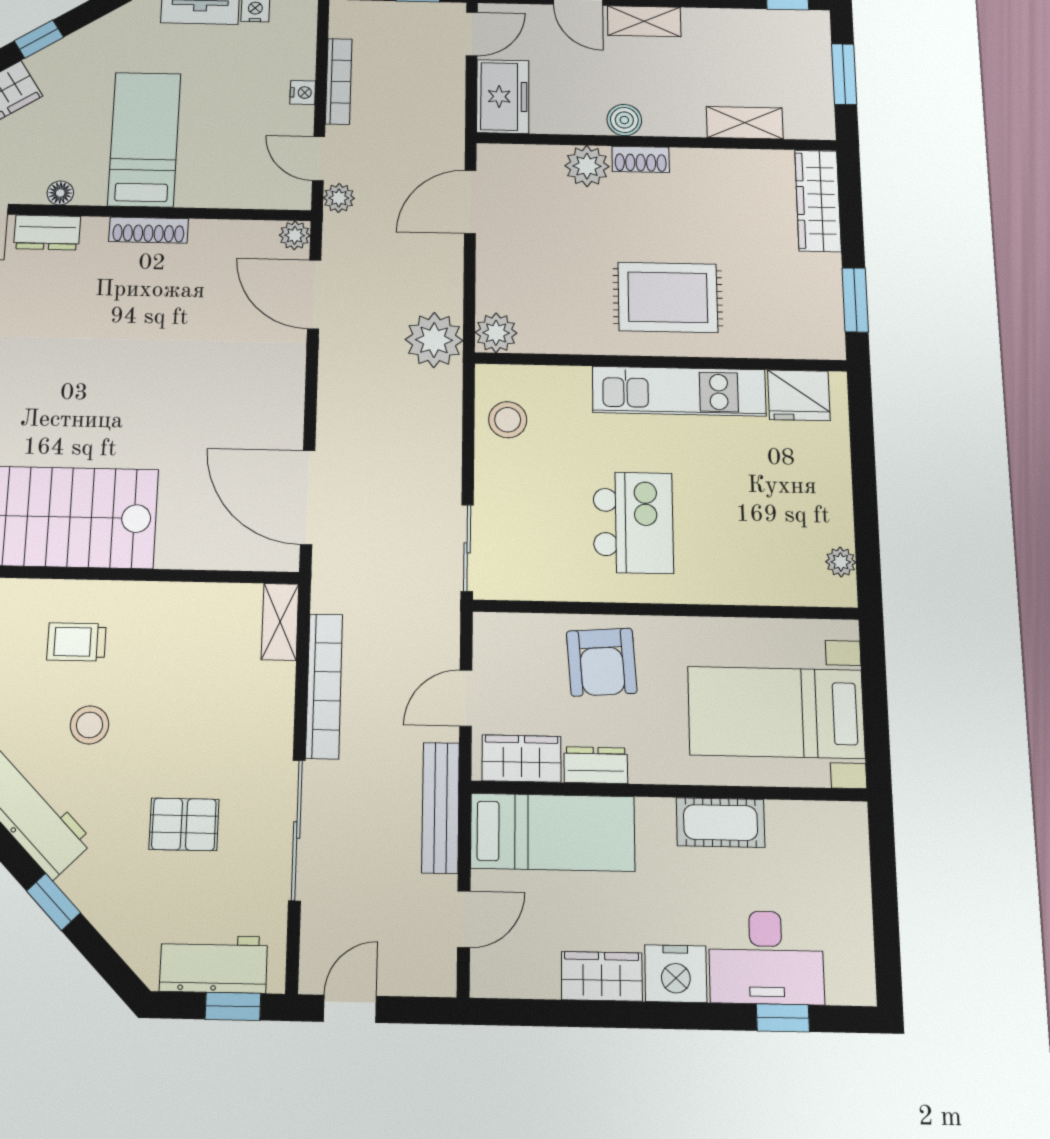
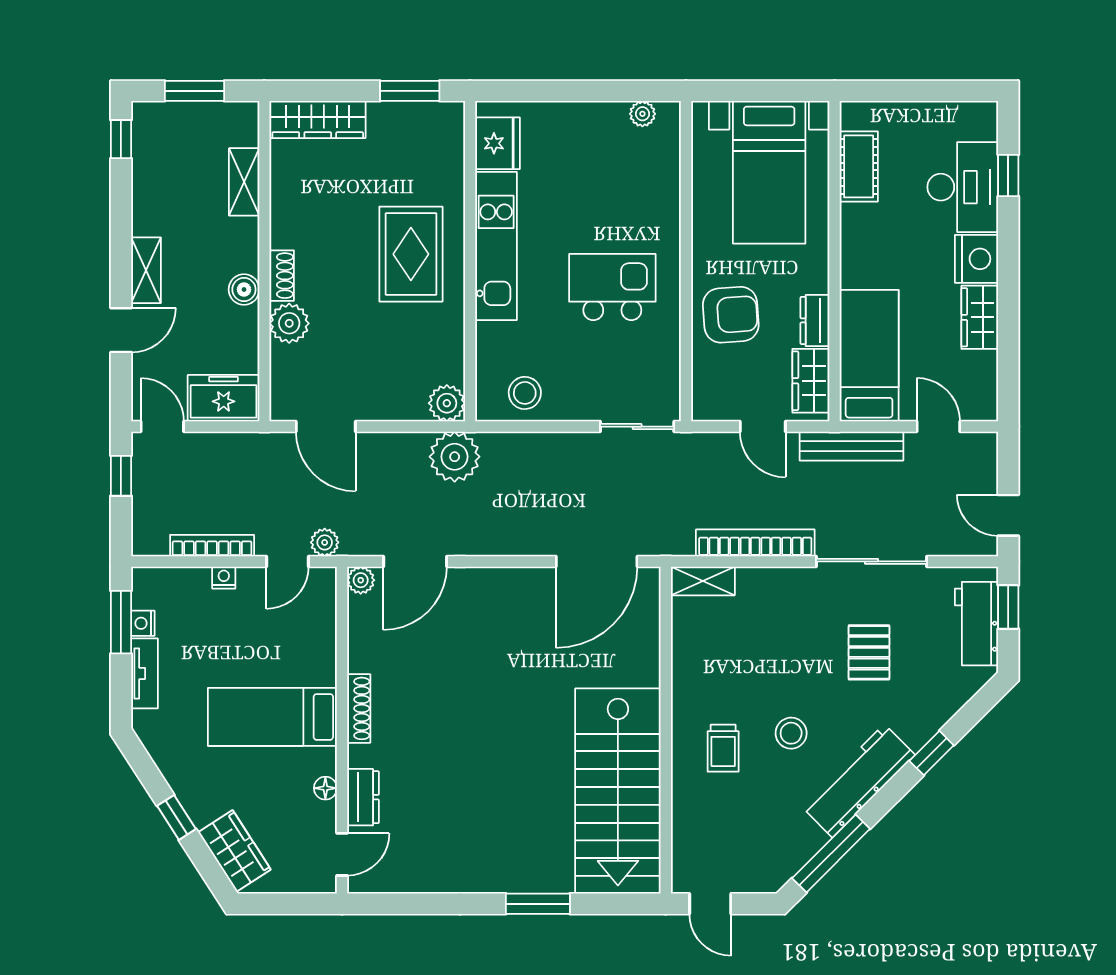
cot: (721, 823) -> (859, 166), moved

